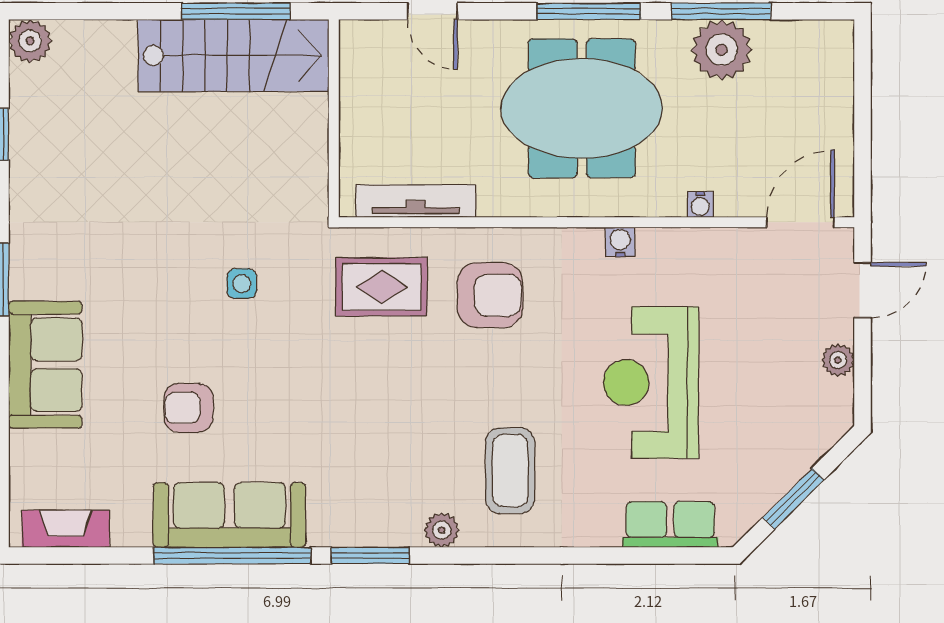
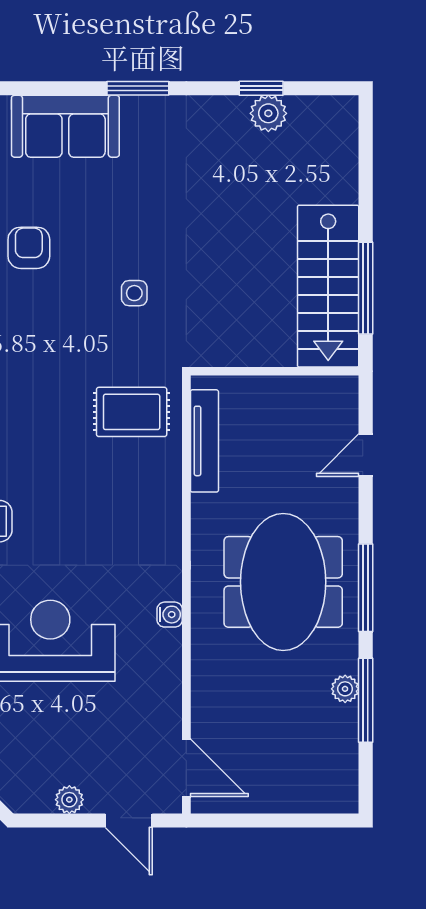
plant: (30, 41) -> (268, 113), moved
plant: (722, 50) -> (345, 689), width x0.53, depth x0.53
water cooler: (700, 204) -> (202, 683), removed
rug: (382, 287) -> (132, 412), turned 90
armchair: (490, 295) -> (124, 504), removed

